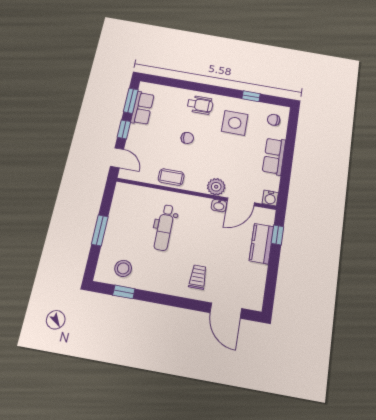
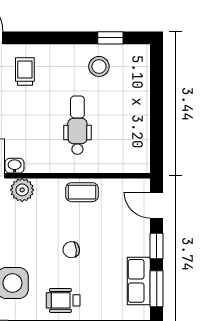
window: (100, 230) -> (157, 107), removed
stool: (123, 268) -> (99, 66), moved
trolley: (198, 277) -> (25, 71), turned 180

